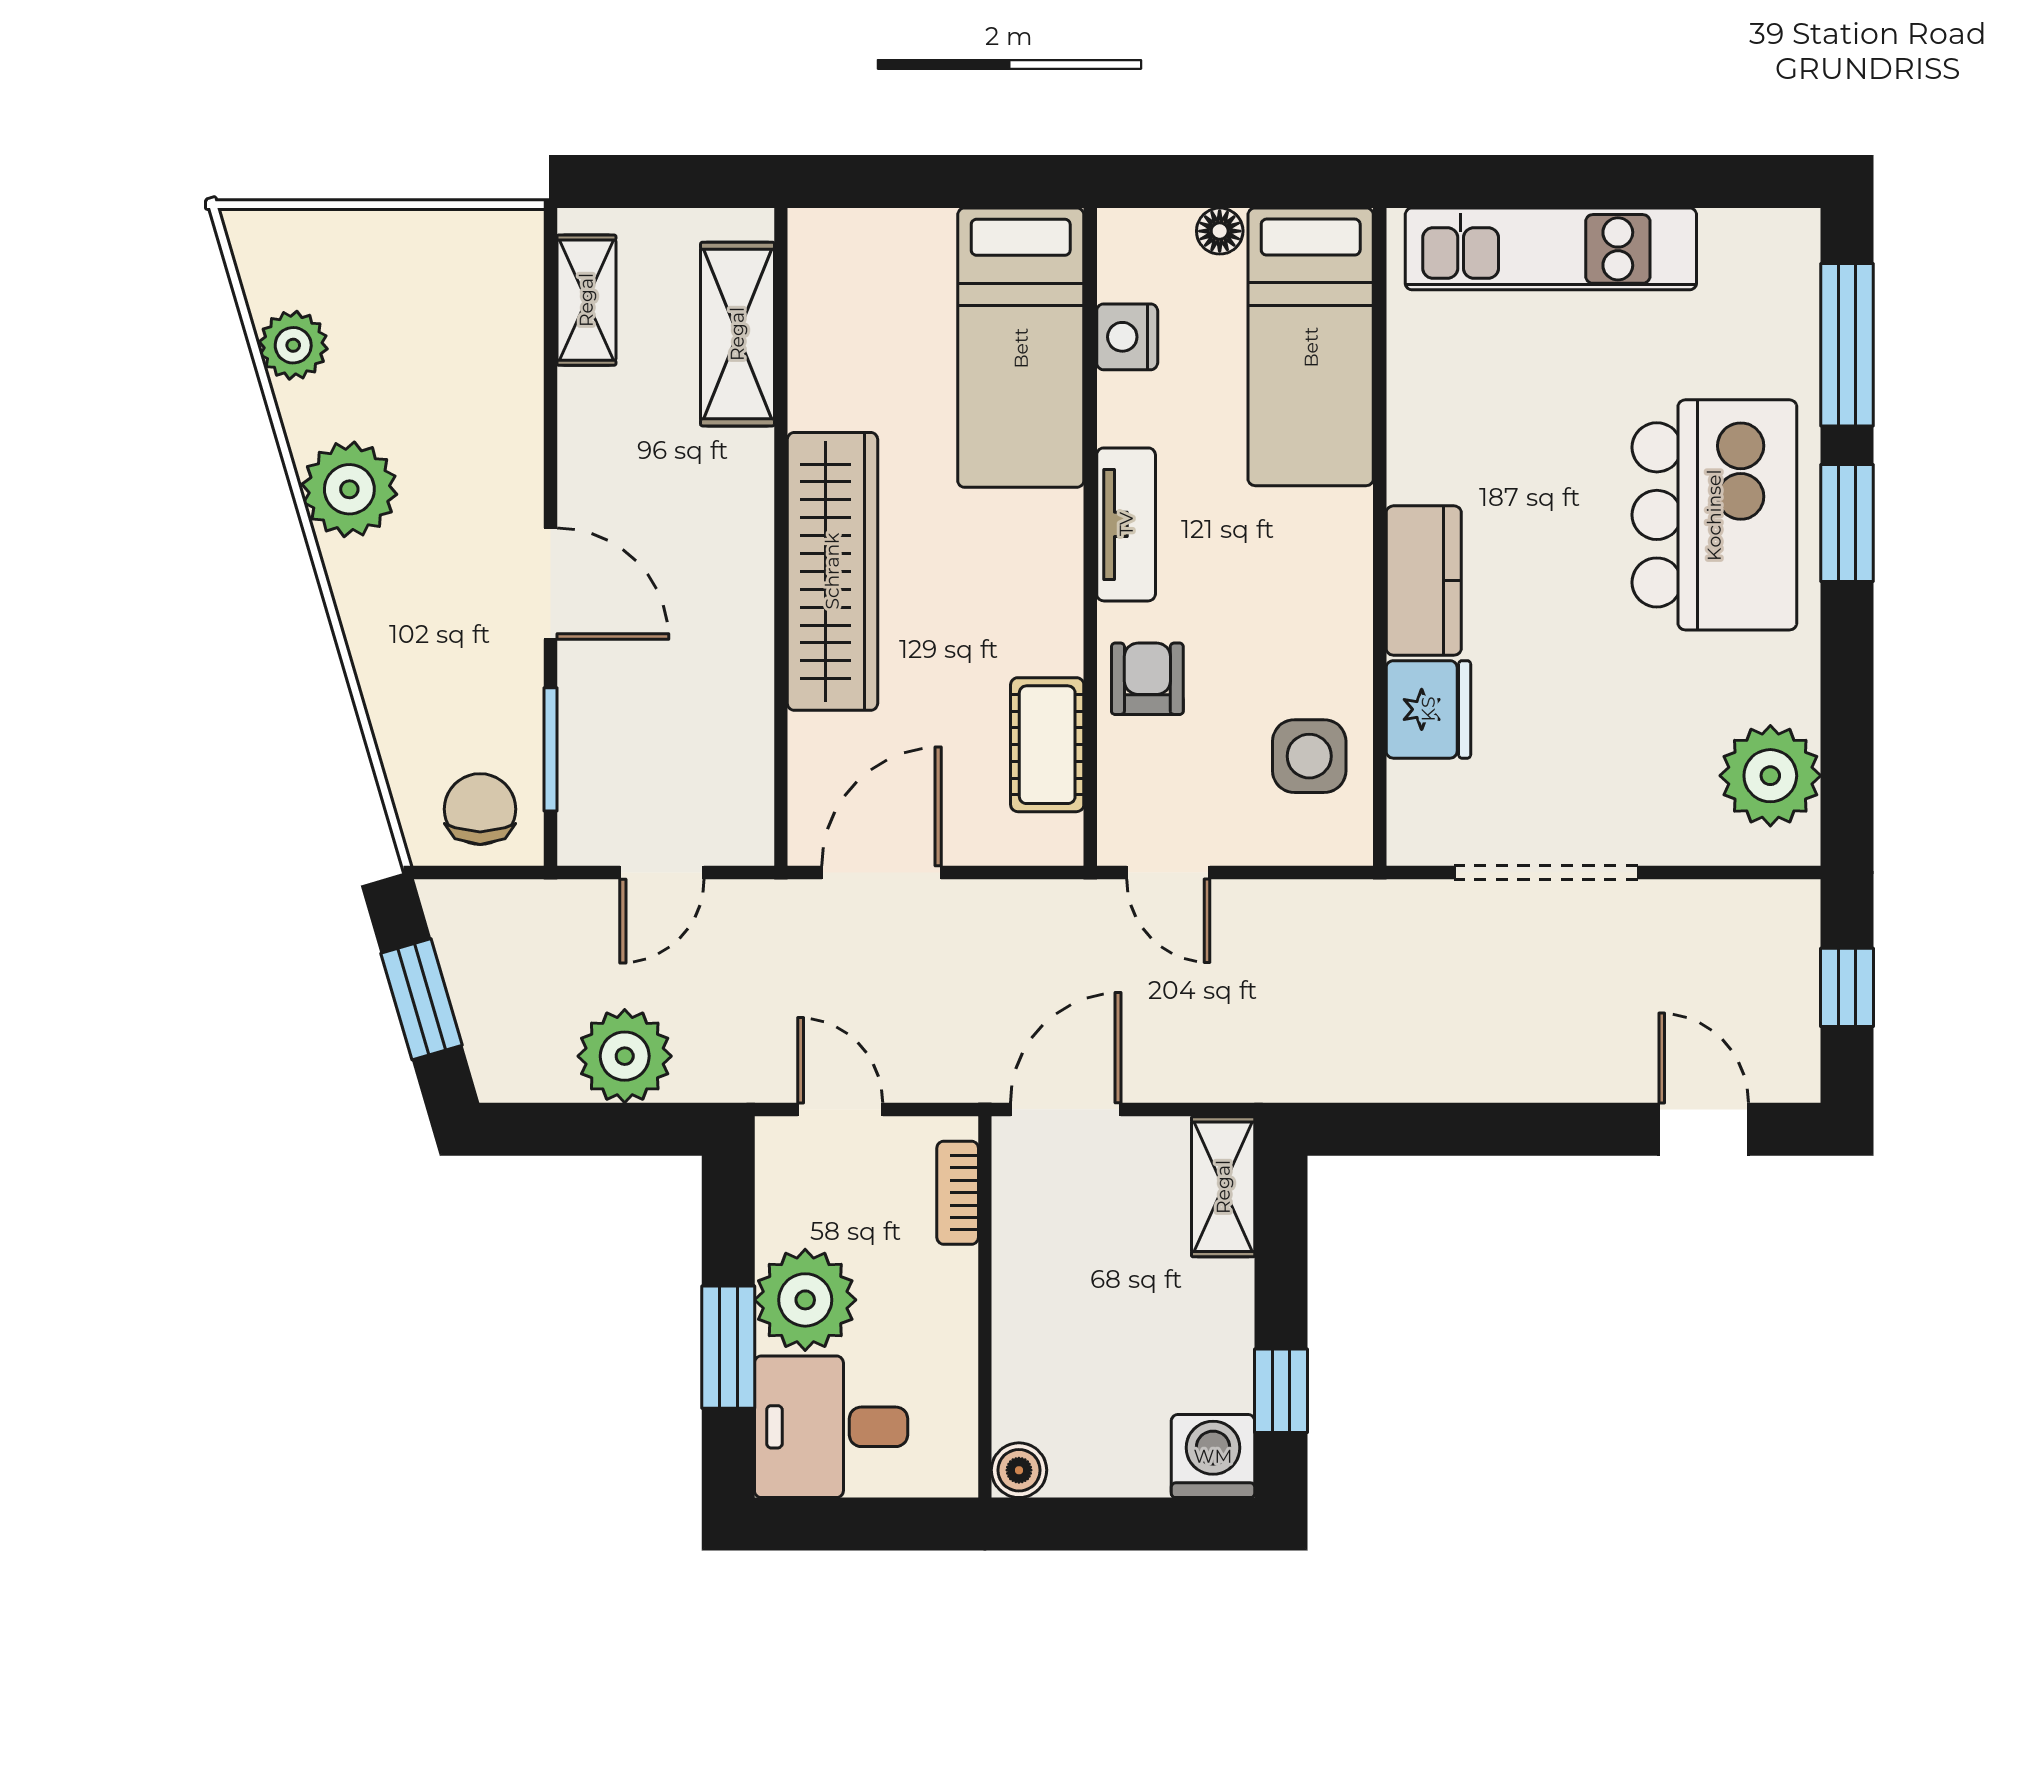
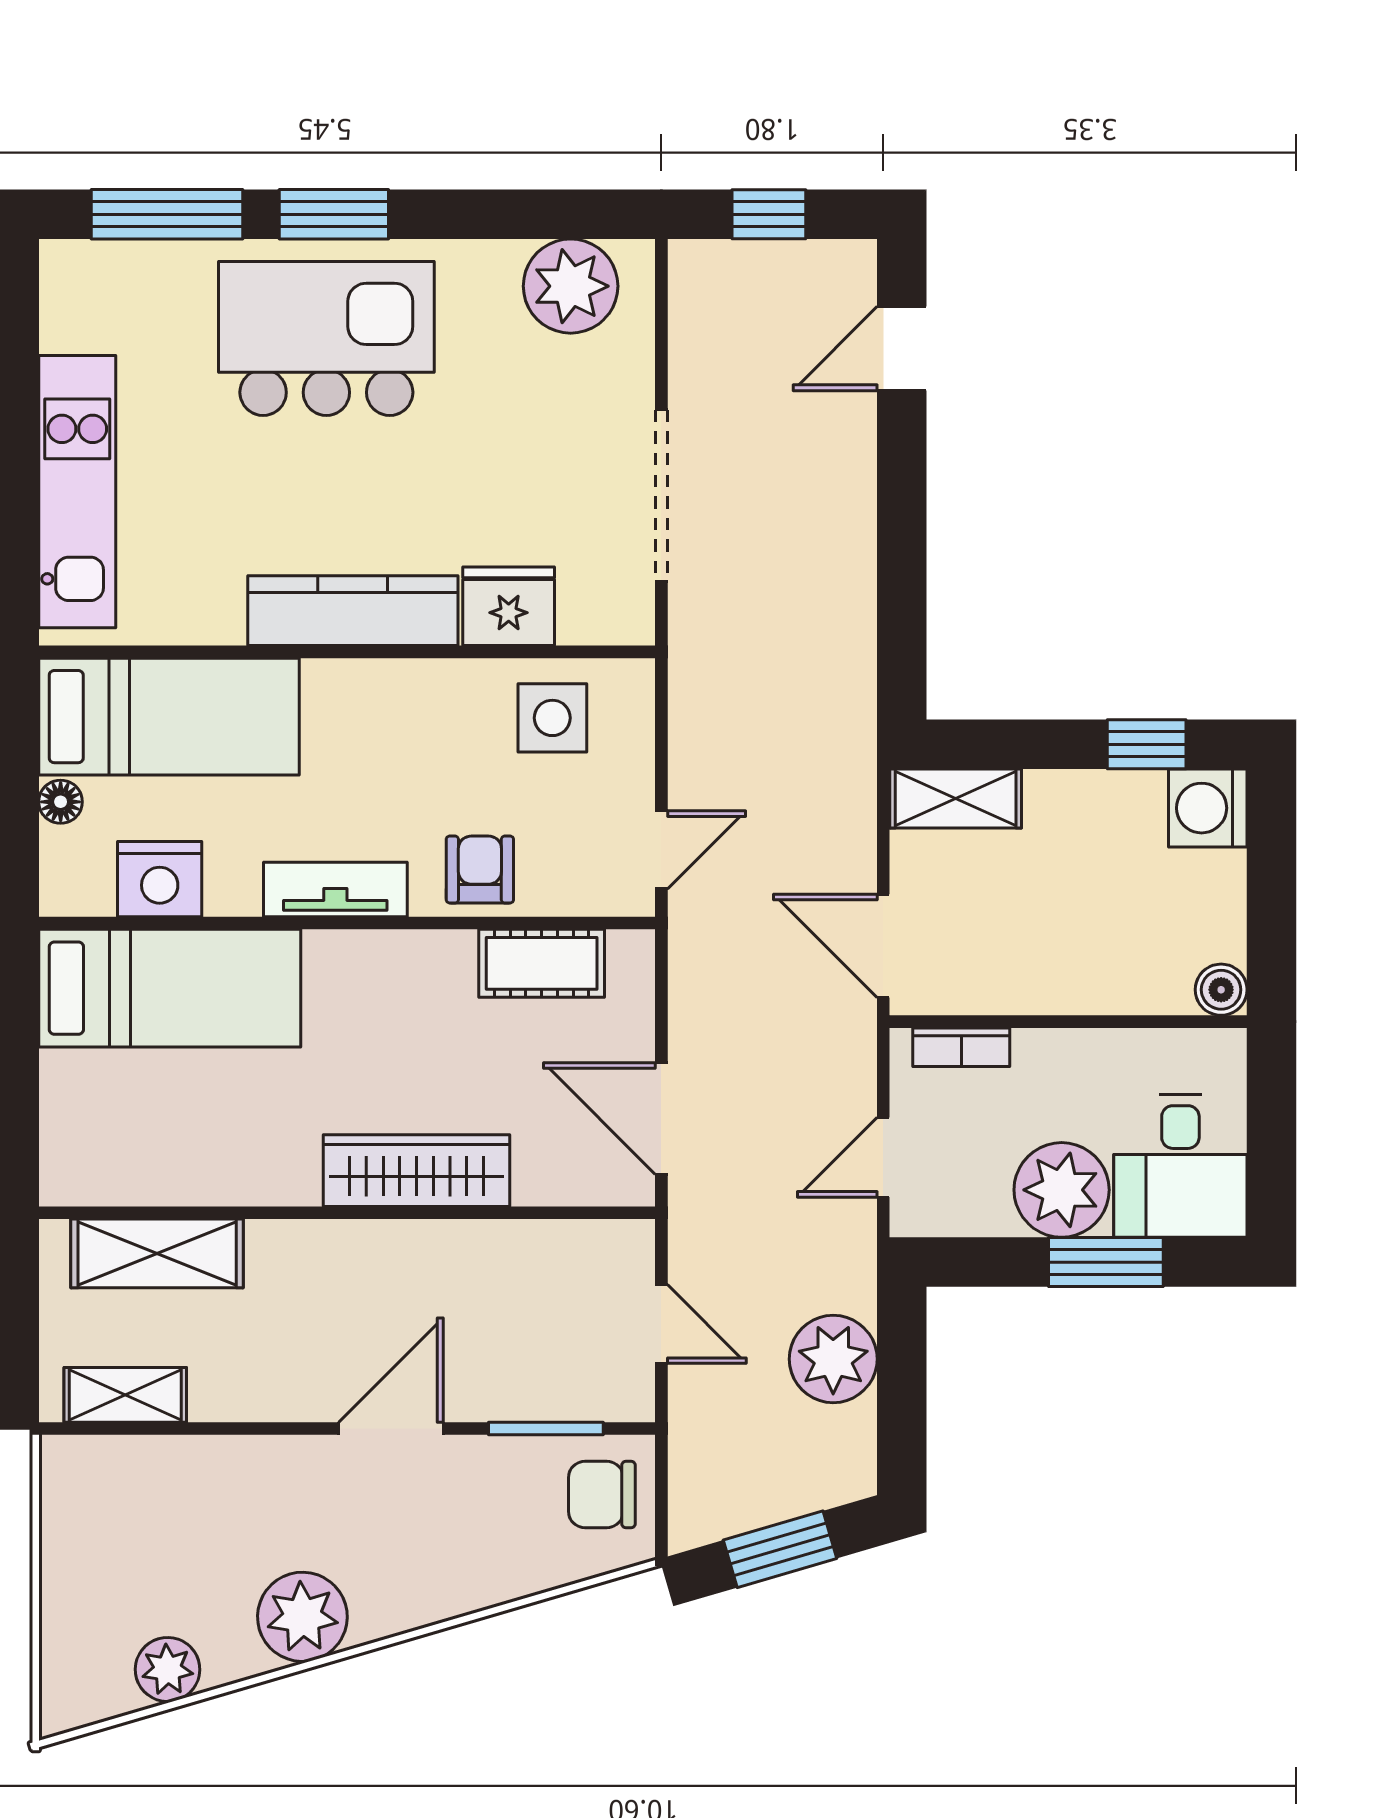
nightstand: (1127, 337) -> (160, 879), width x1.36, depth x1.33
wardrobe: (832, 571) -> (417, 1171), width x0.71, depth x0.85
kitchen counter: (1424, 581) -> (353, 611), width x1.50
armchair: (1147, 679) -> (480, 869), turned 90

